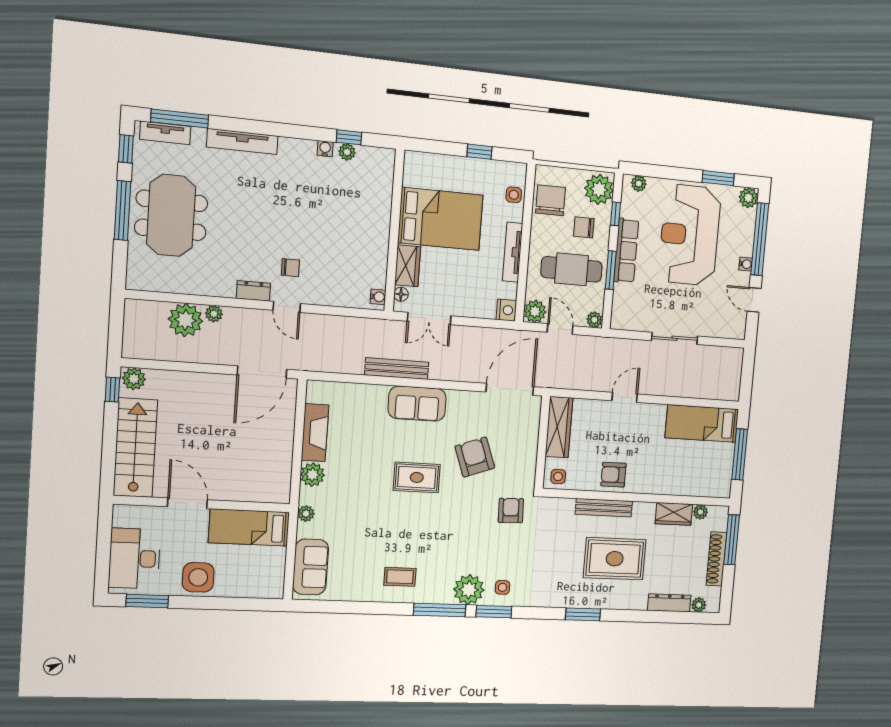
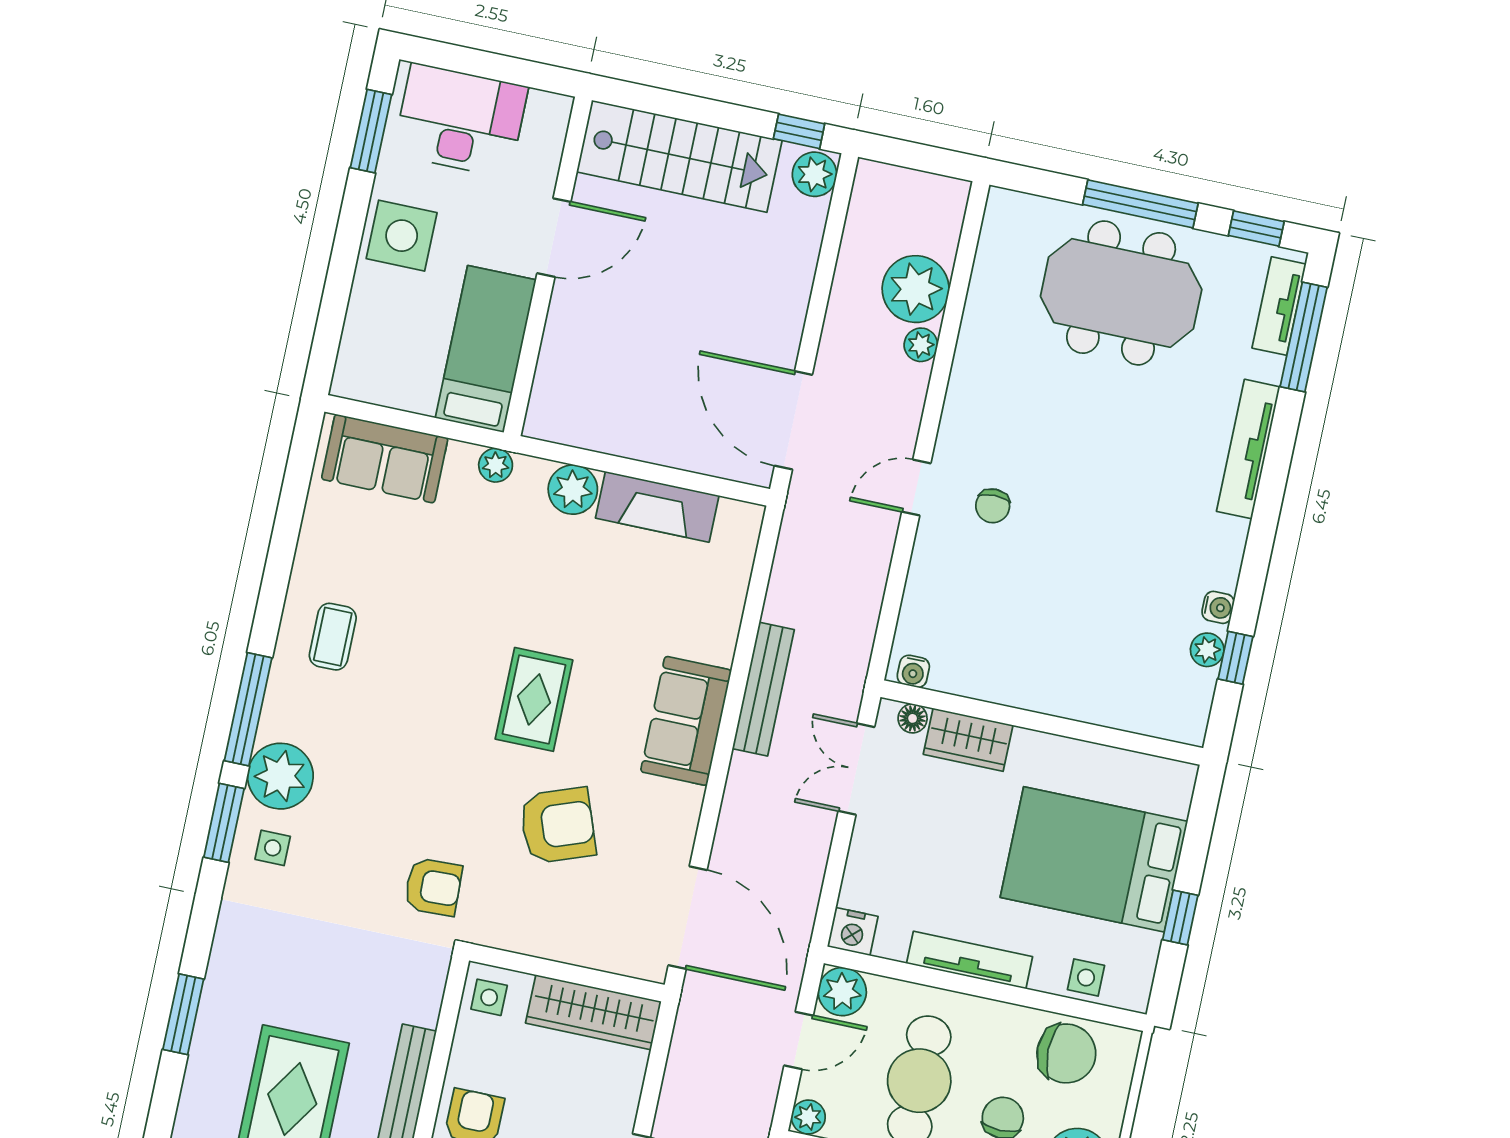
bed: (441, 219) -> (1094, 859), moved, turned 90
dresser: (253, 291) -> (956, 427), removed

